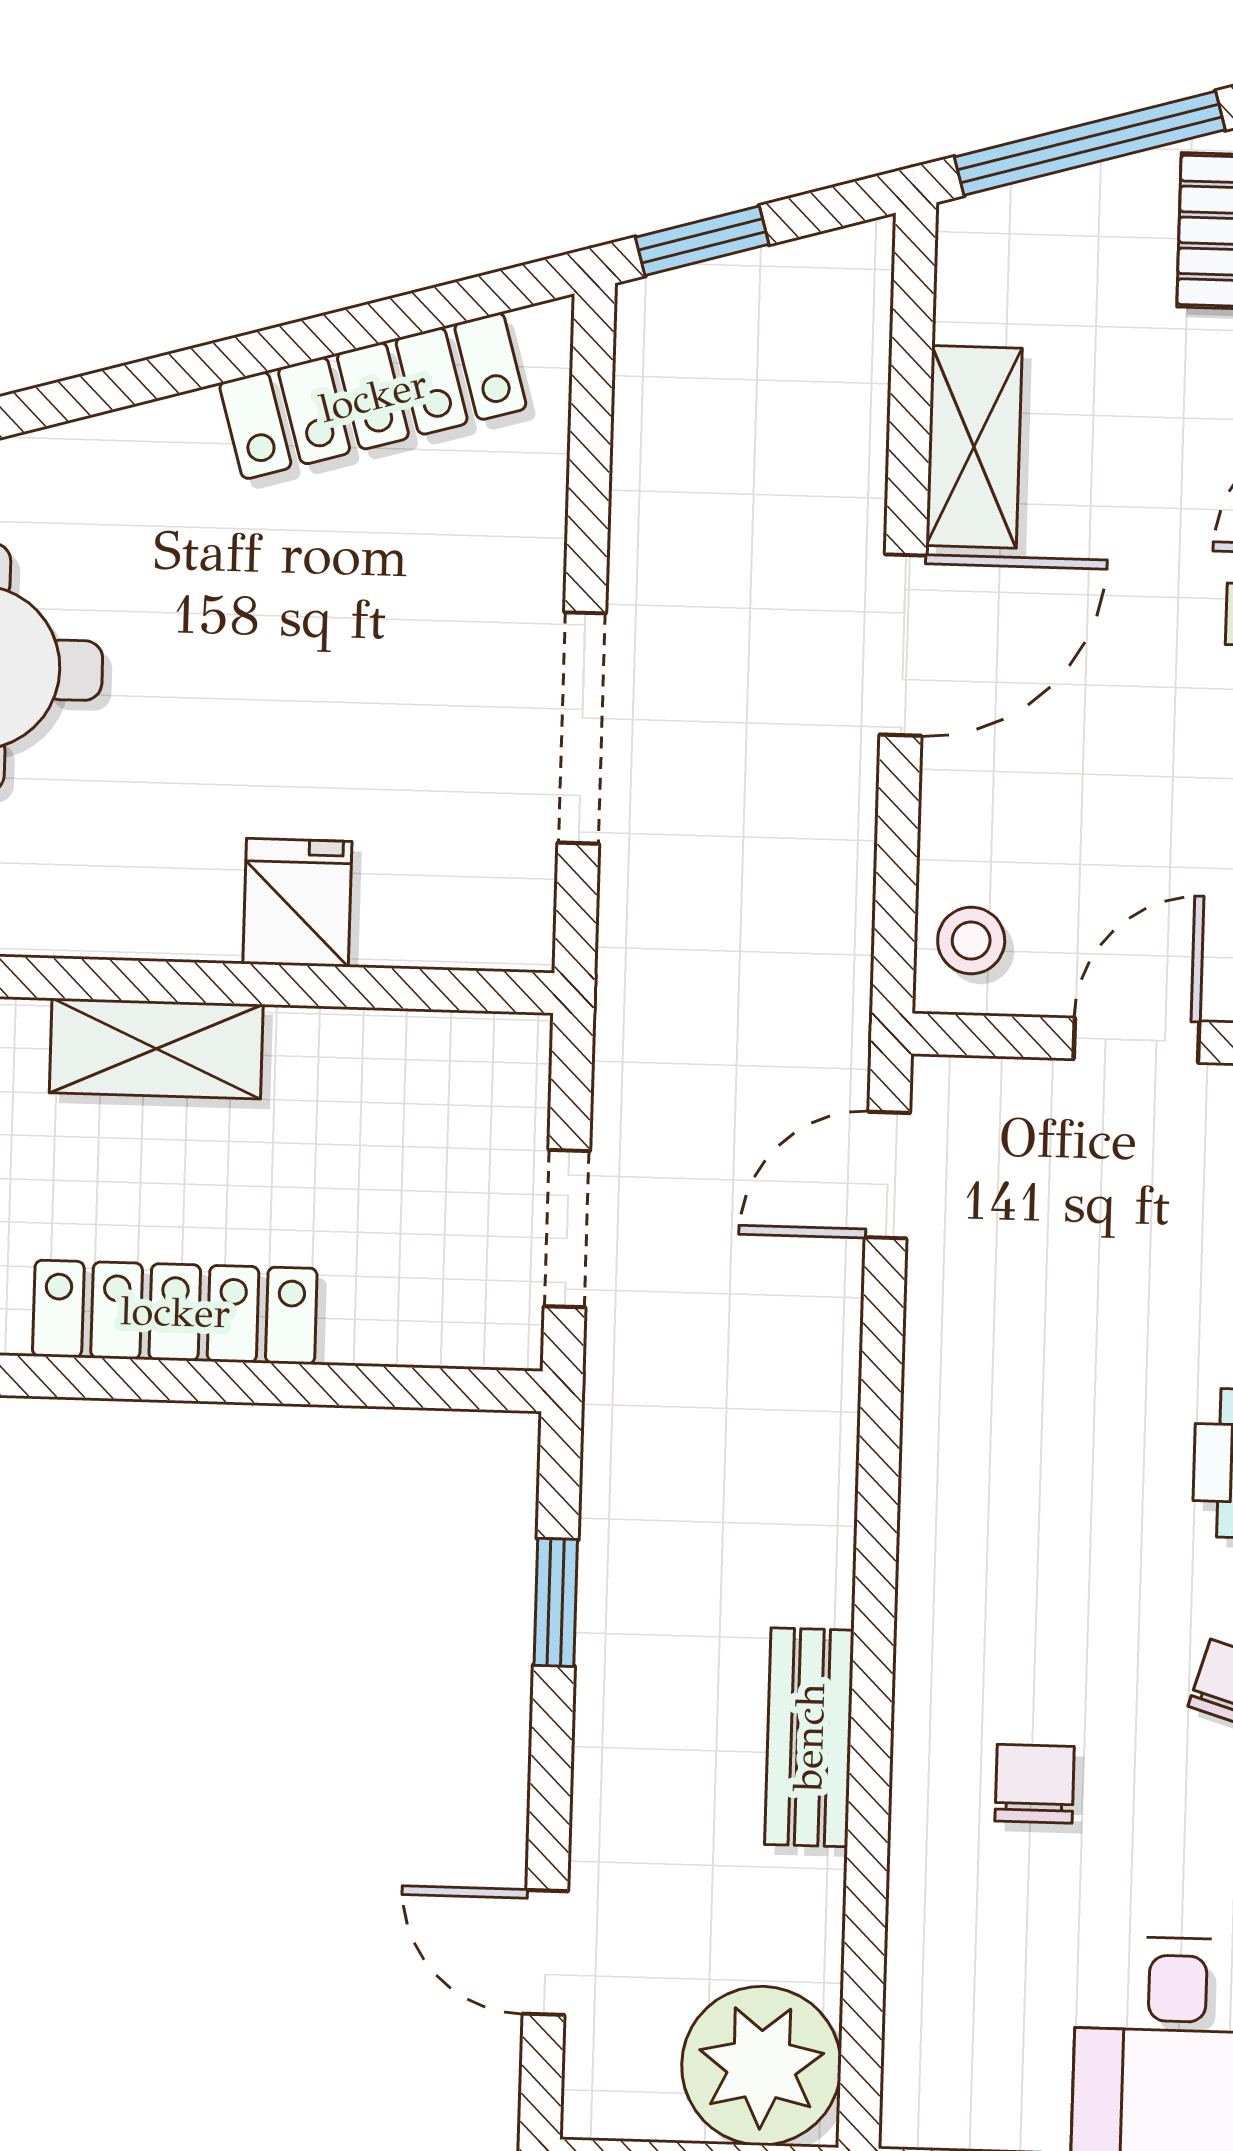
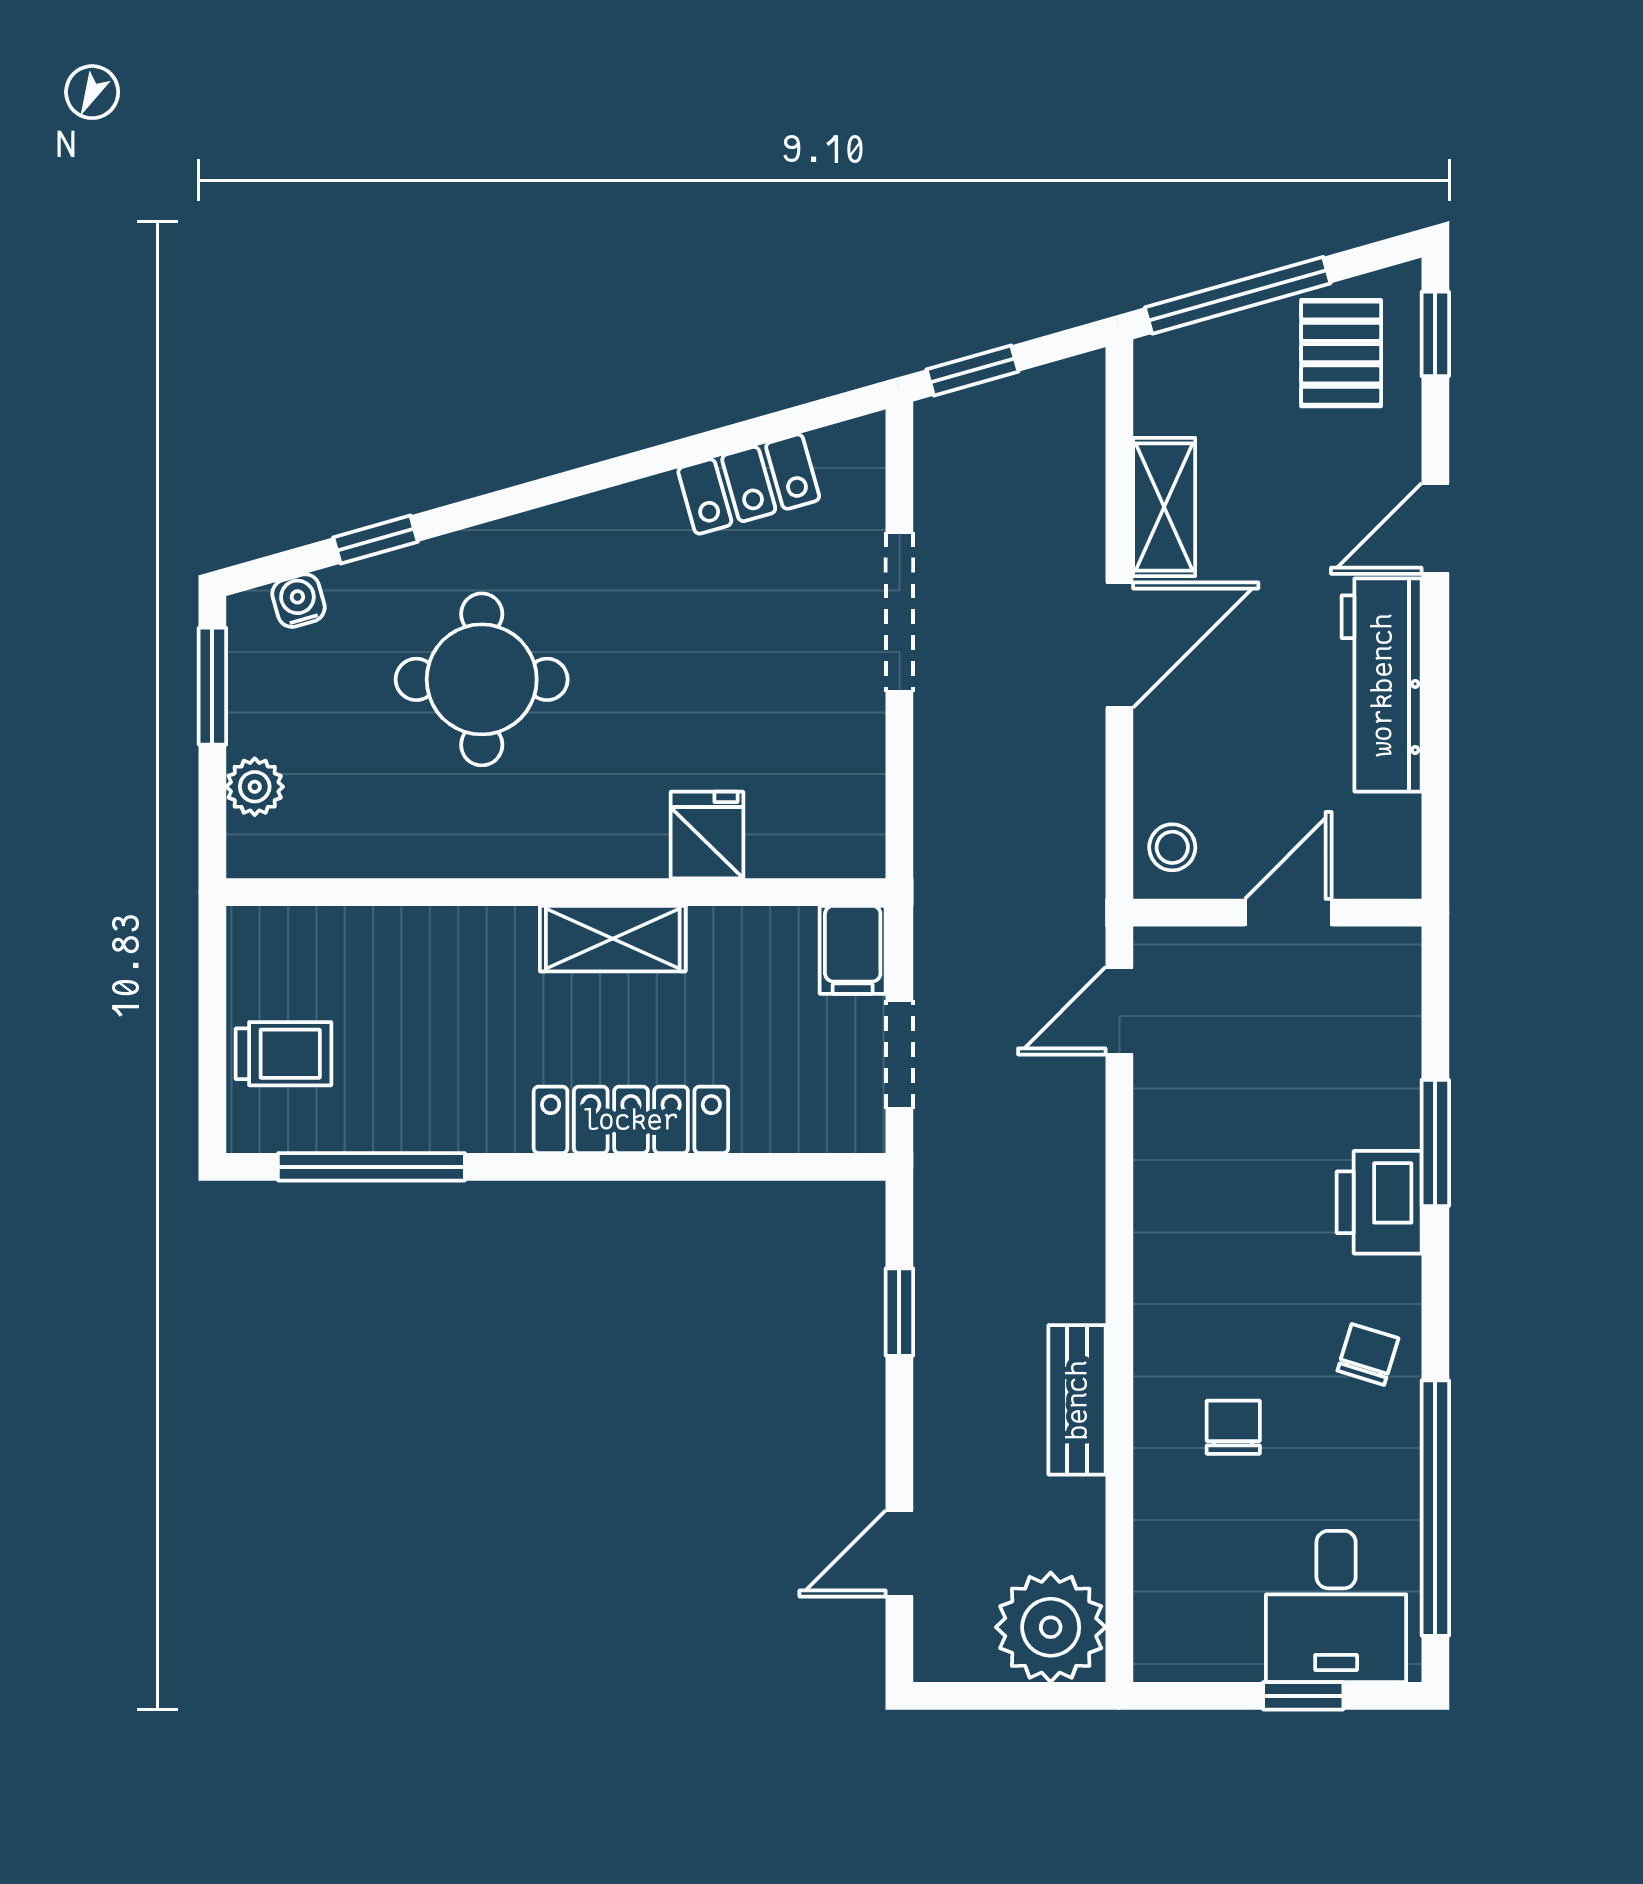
locker: (373, 396) -> (749, 484), width x0.66
doorway: (582, 728) -> (899, 612), moved
filing cabinet: (504, 1075) -> (853, 950), added
door: (545, 1952) -> (899, 1554), hinge flipped

